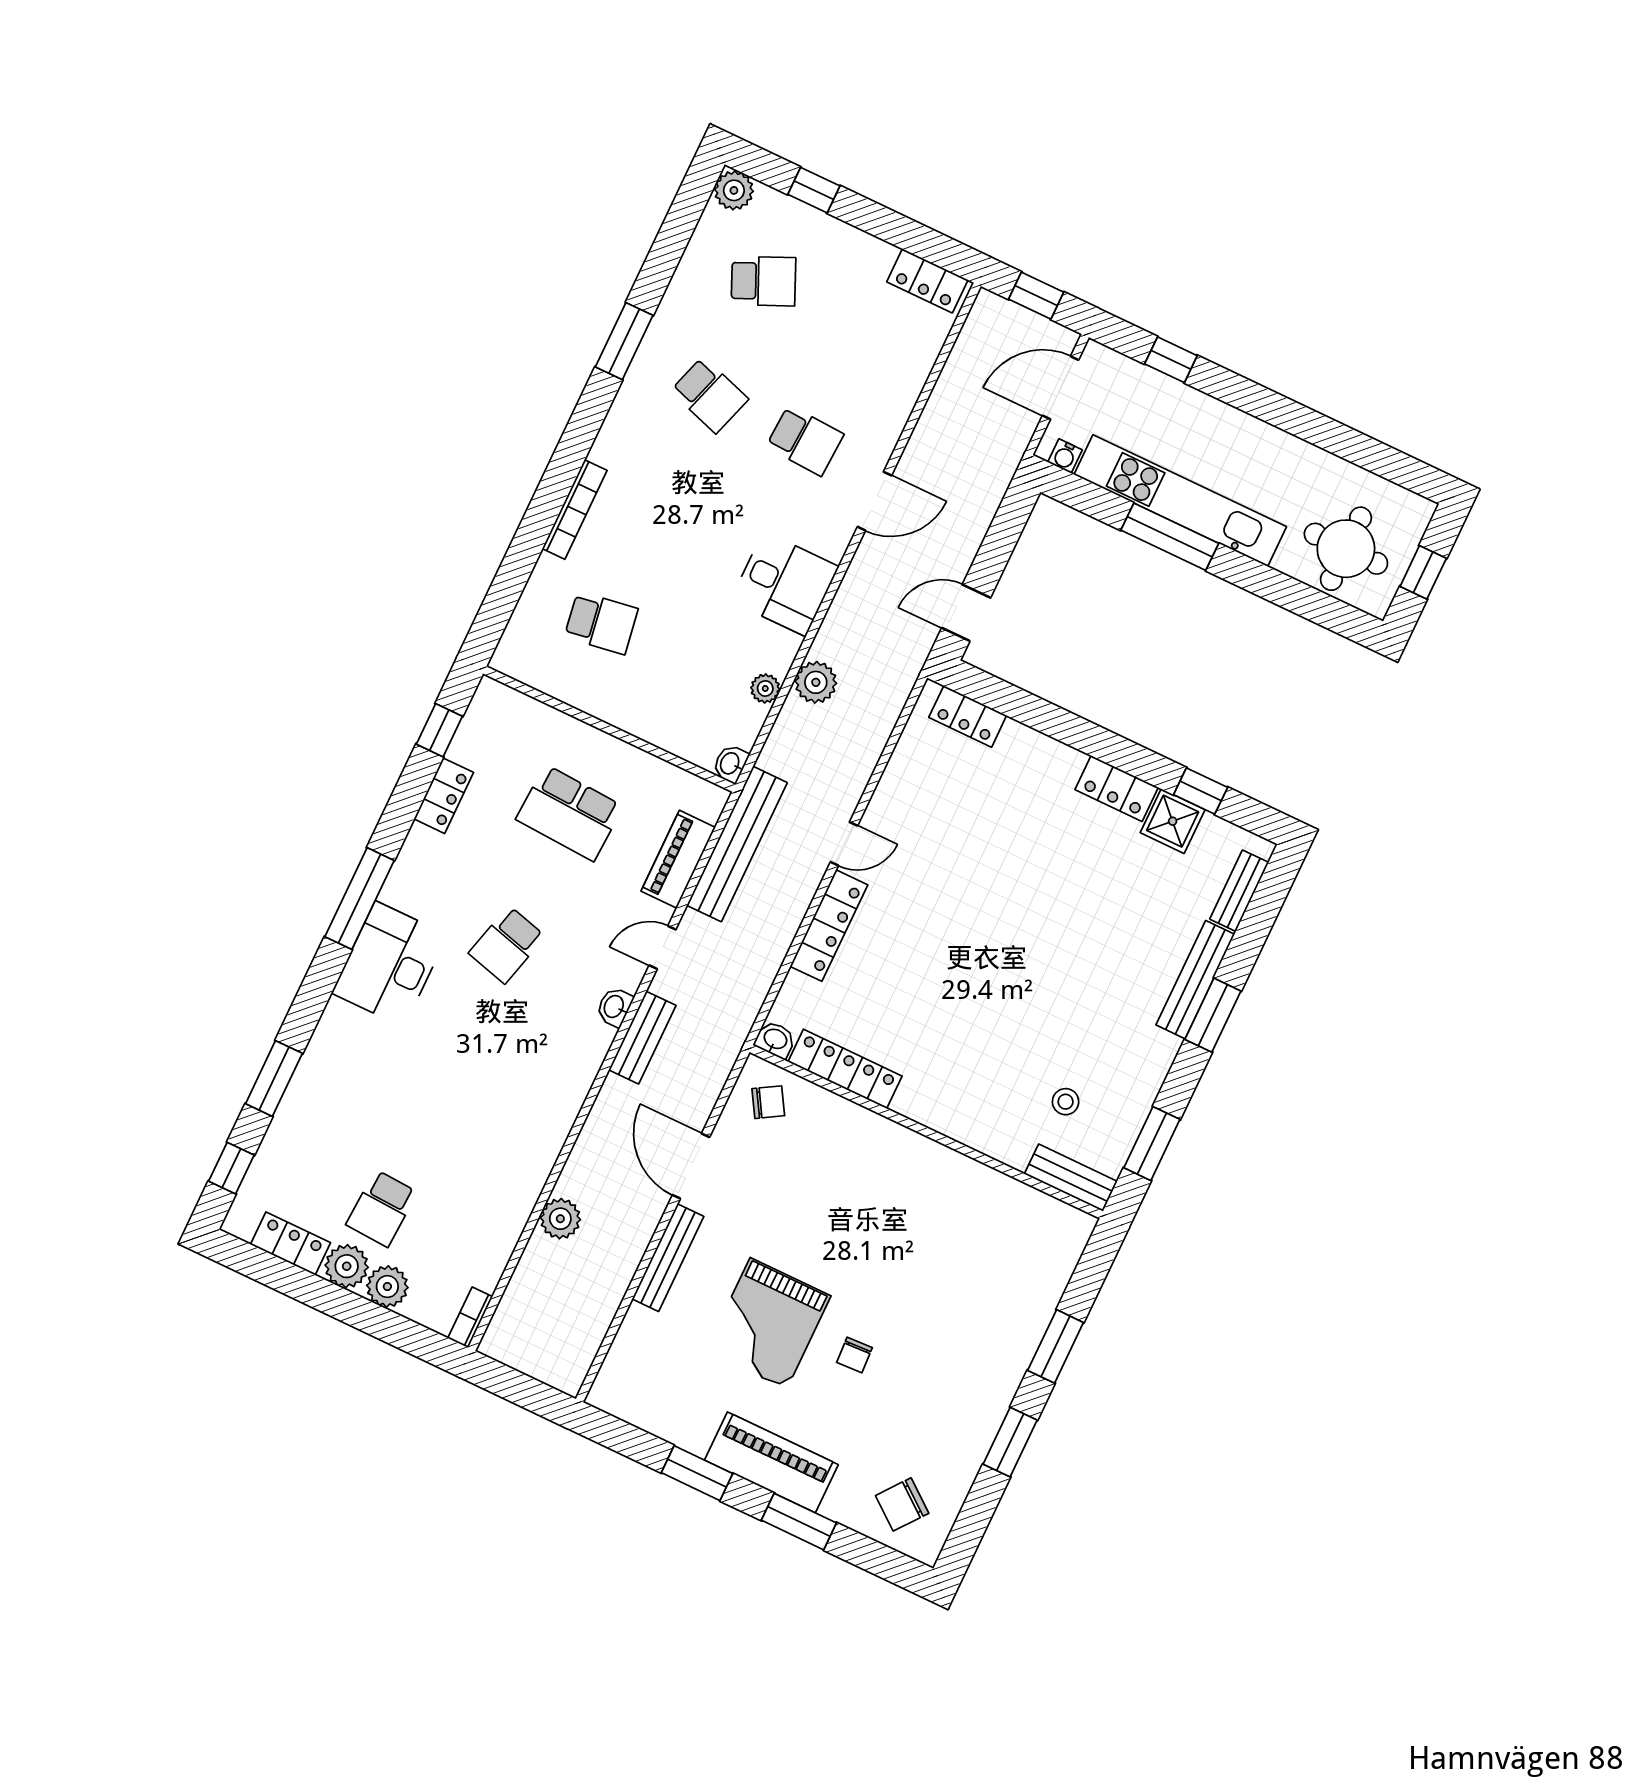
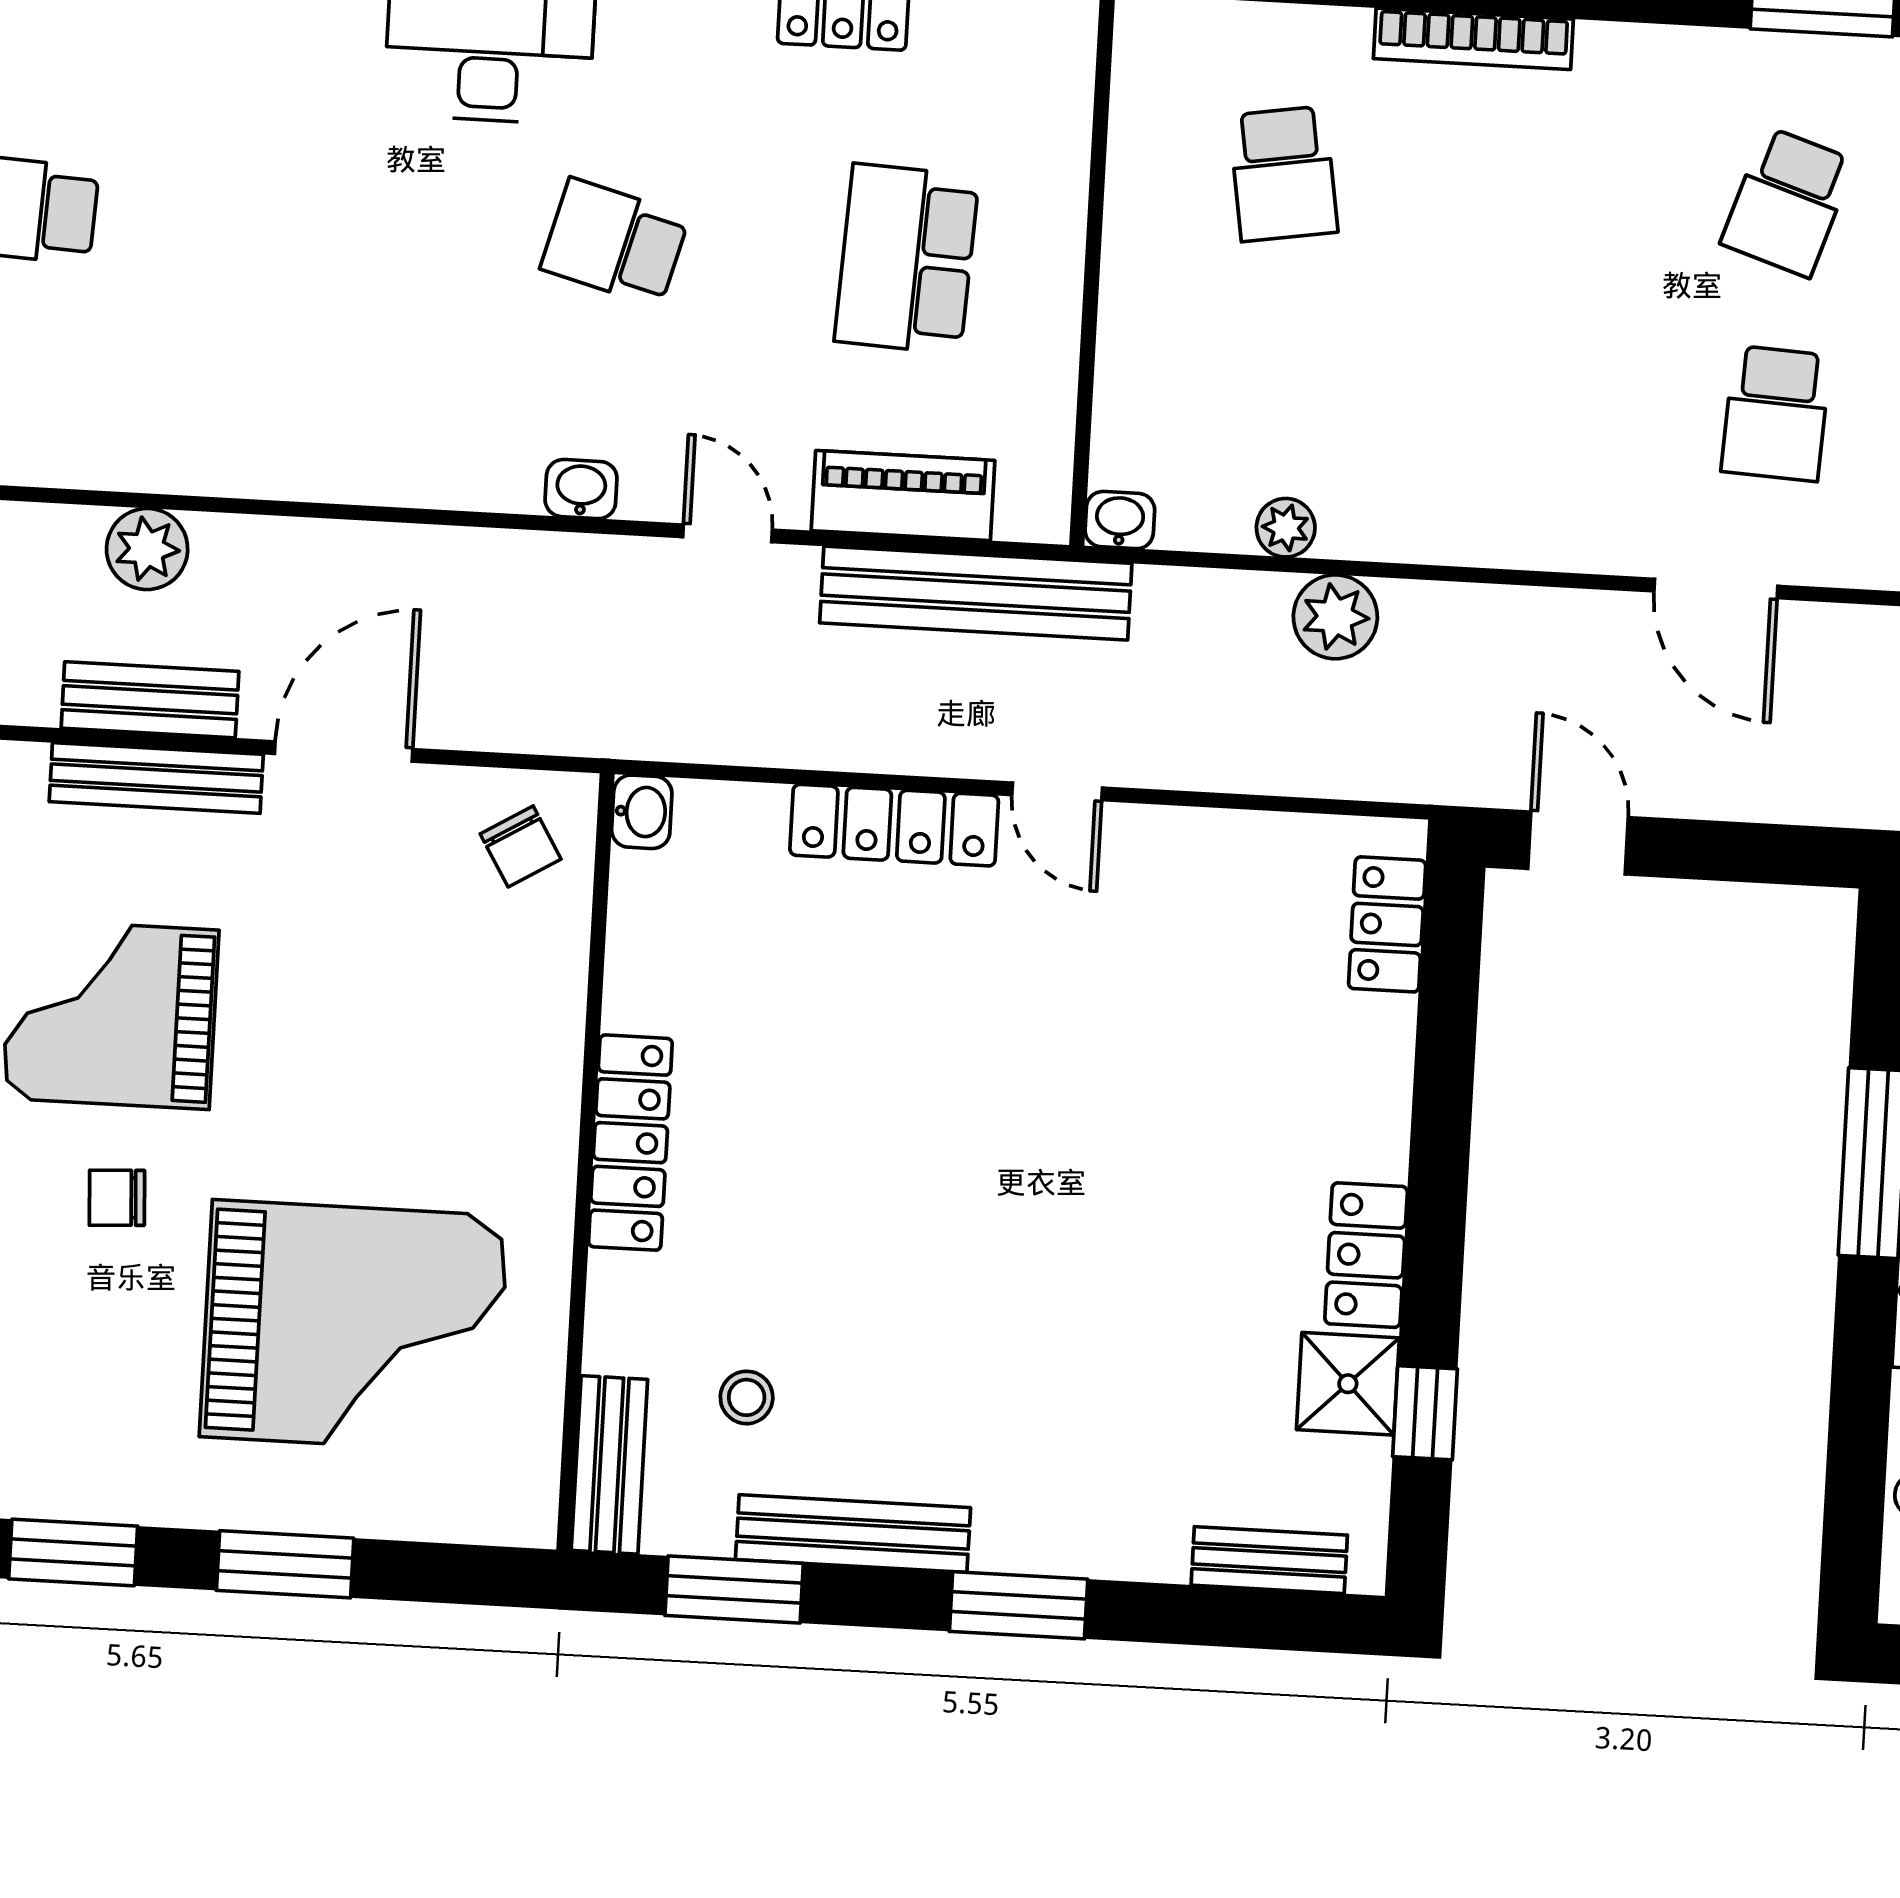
desk: (785, 584) -> (1495, 484), removed
bench: (1195, 980) -> (853, 1534), moved
bench: (642, 1038) -> (150, 700), moved
locker: (845, 1069) -> (630, 1143), moved
grand piano: (959, 1270) -> (354, 1326), added

